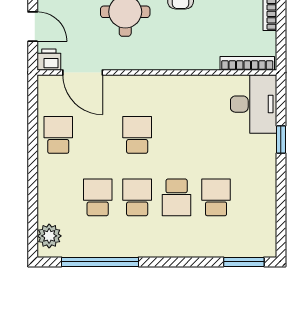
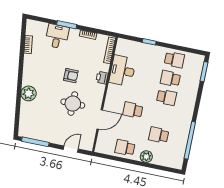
printer: (49, 60) -> (102, 78), moved
door: (83, 73) -> (100, 119), moved
desk: (254, 104) -> (122, 71), moved, turned -90
school desk: (137, 197) -> (174, 60), moved, turned 180
plant: (49, 236) -> (146, 157), moved

